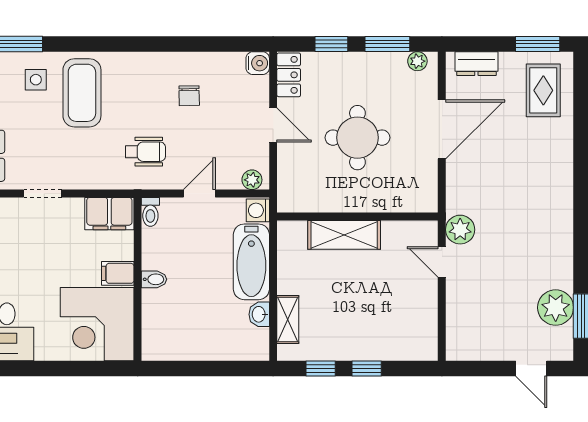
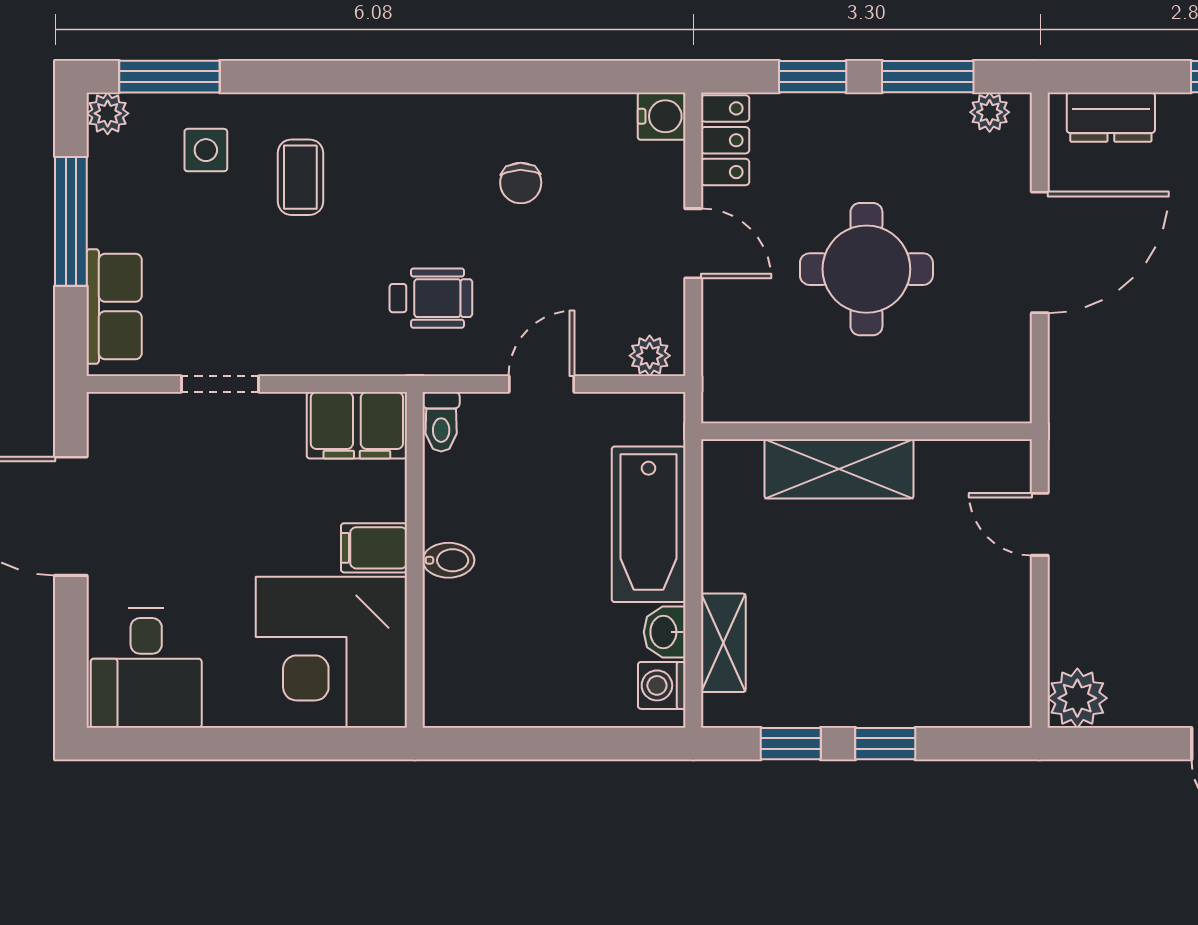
coffee table: (82, 93) -> (300, 177), width x0.54, depth x0.58
washing machine: (258, 210) -> (662, 685), moved
plant: (460, 230) -> (1077, 698), moved

